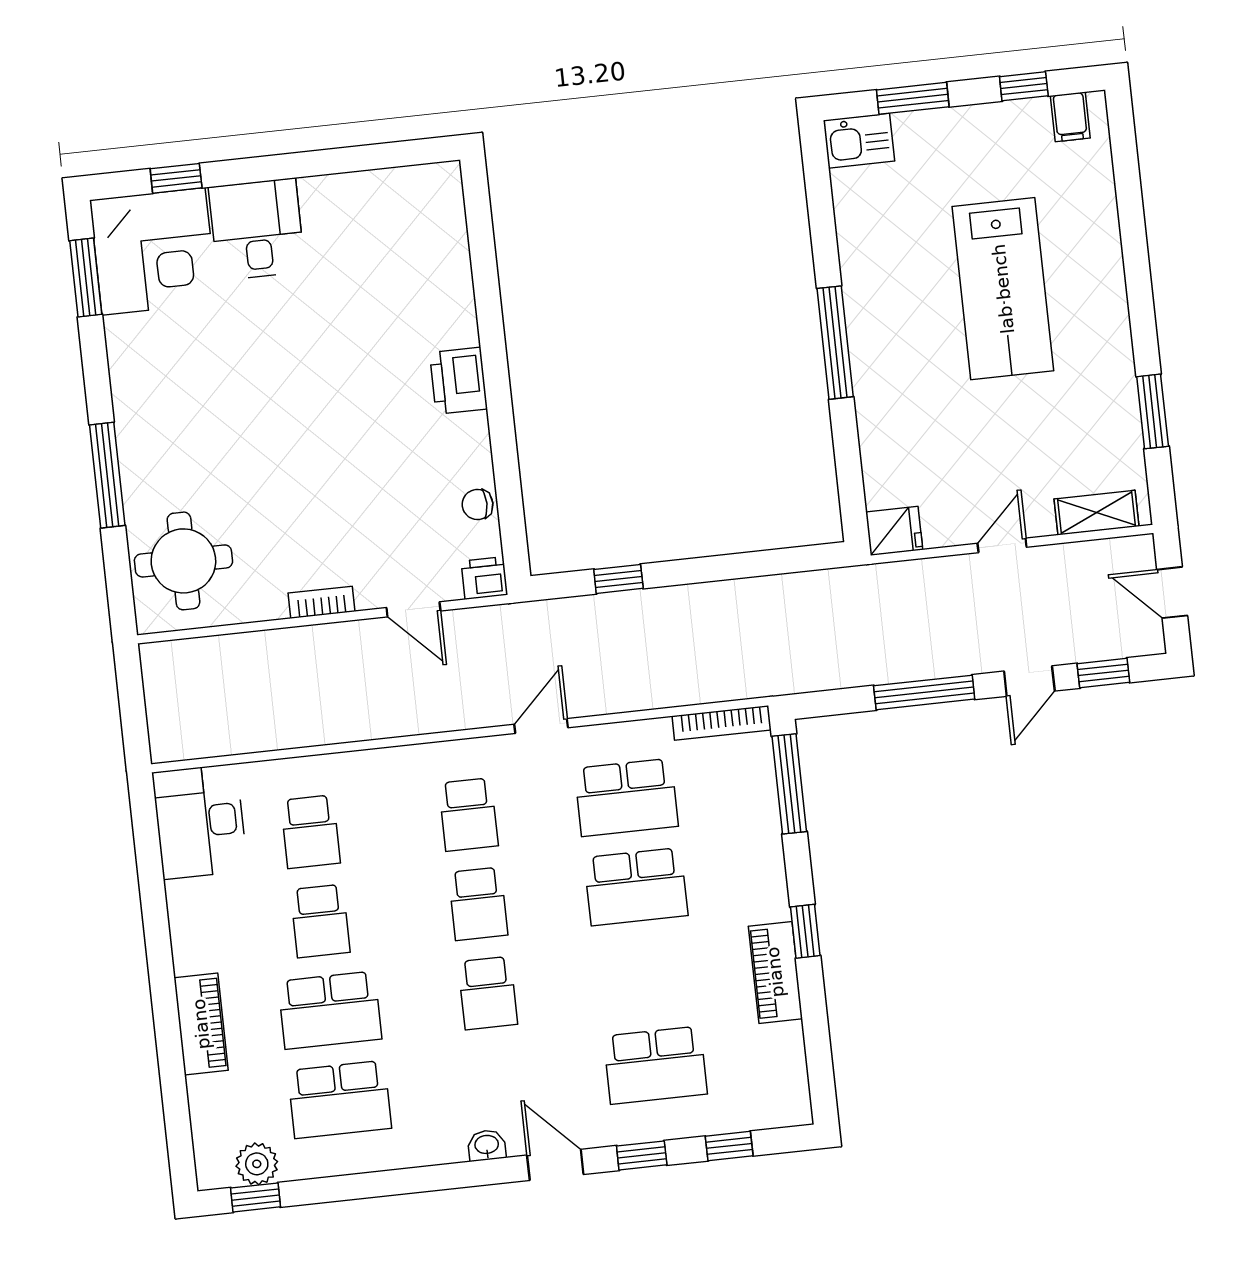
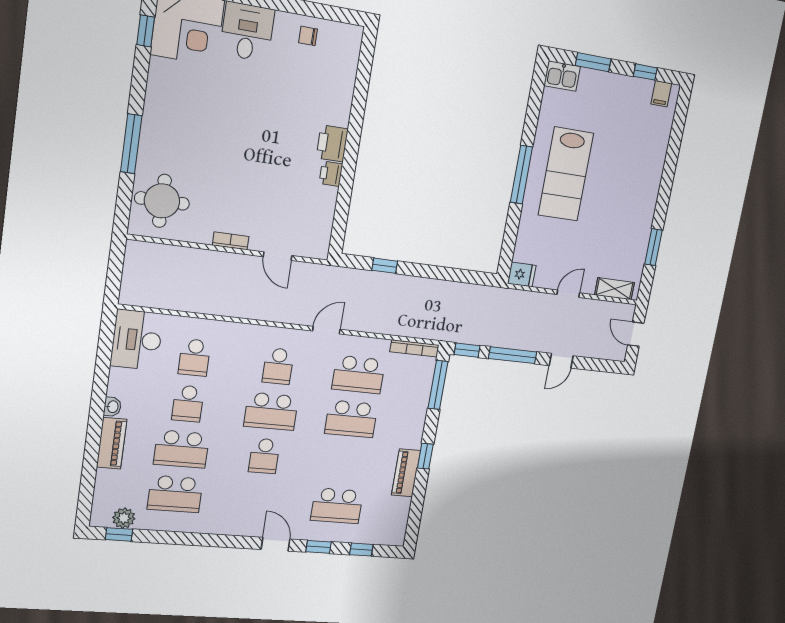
window: (86, 277) -> (146, 31), width x0.67
lab bench: (1003, 289) -> (566, 174), moved
chair: (478, 504) -> (308, 36), moved
printer: (484, 578) -> (331, 174), moved, turned -90
window: (1103, 673) -> (467, 350), moved
school desk: (478, 904) -> (271, 411), width x1.85
washbasin: (487, 1145) -> (112, 407), moved, turned 90

